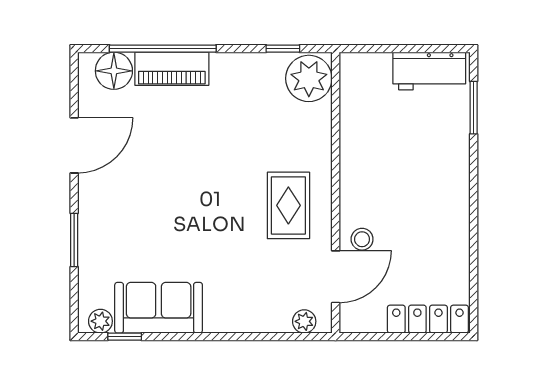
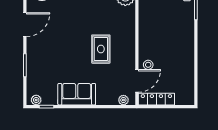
rug: (288, 205) -> (101, 49), moved
sofa: (159, 308) -> (77, 94), moved
locker: (428, 319) -> (156, 99), moved

